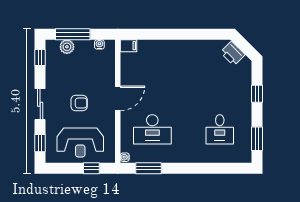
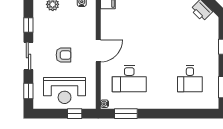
window: (40, 57) -> (28, 25), moved

